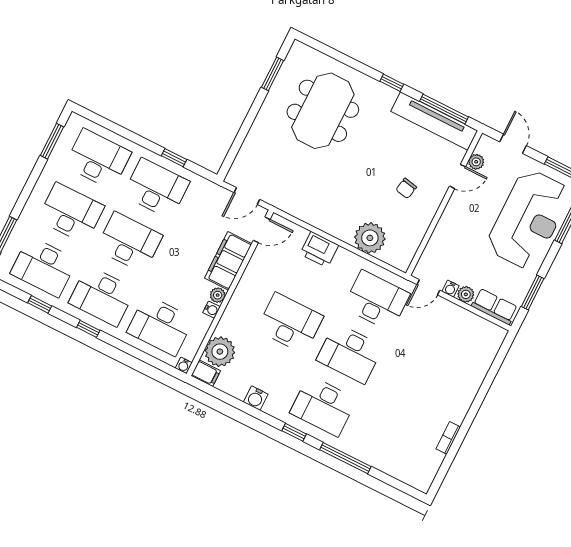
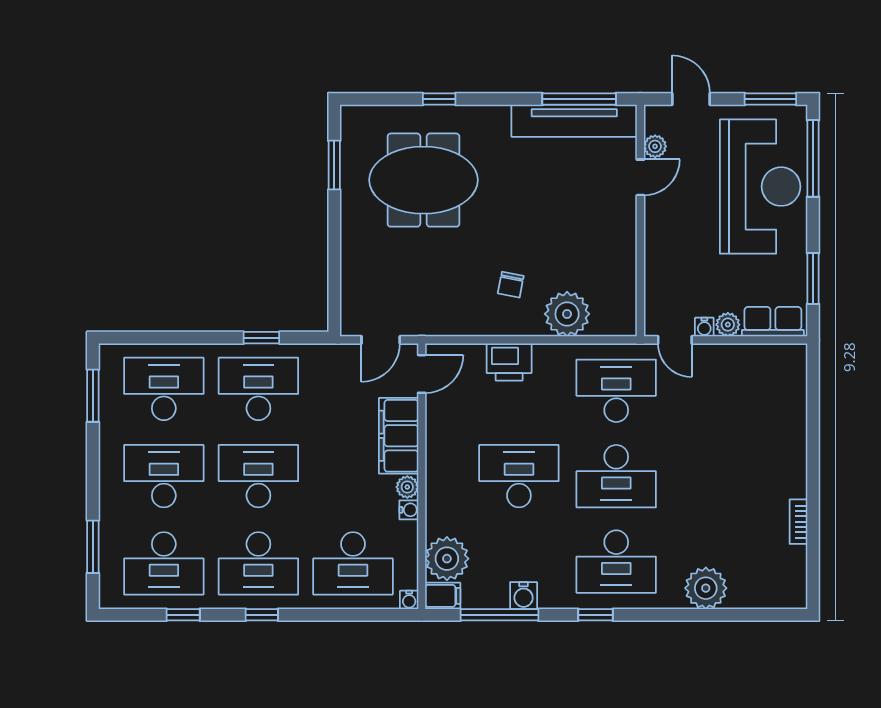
window: (392, 83) -> (439, 99), moved
meeting table: (323, 111) -> (423, 180), turned 90
chair: (406, 188) -> (511, 285), moved
door: (428, 287) -> (675, 340), hinge flipped
plant: (370, 450) -> (706, 588), added
window: (345, 458) -> (499, 615), moved

